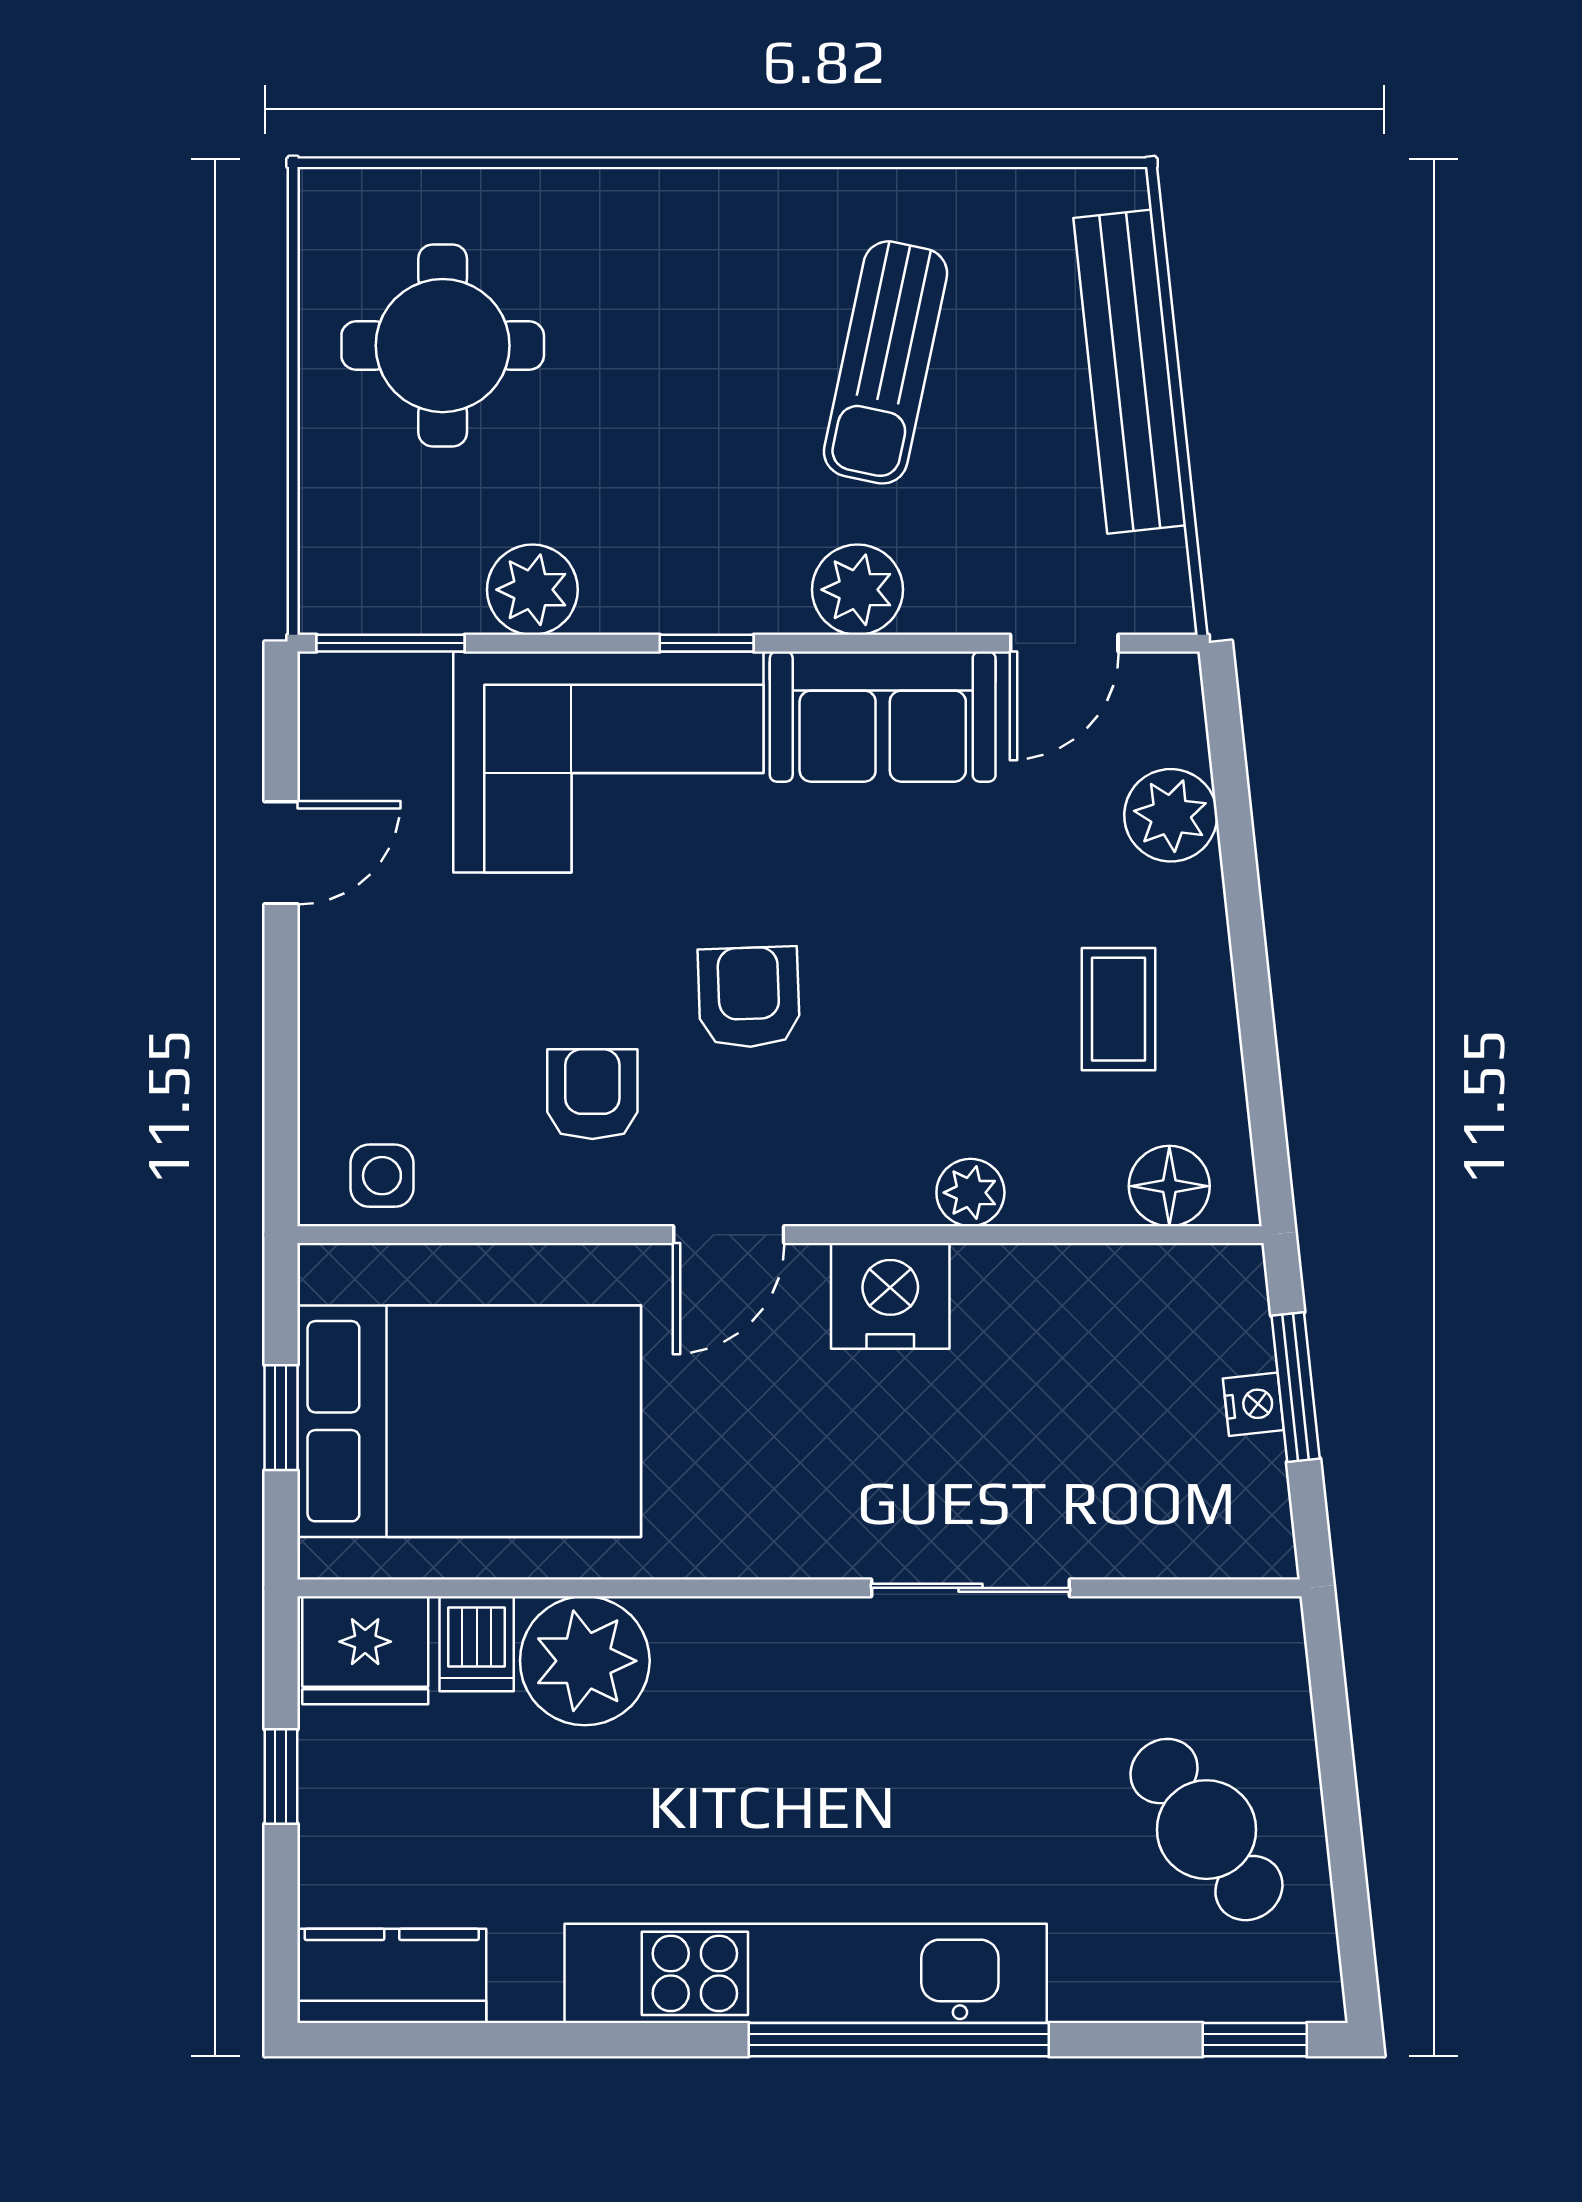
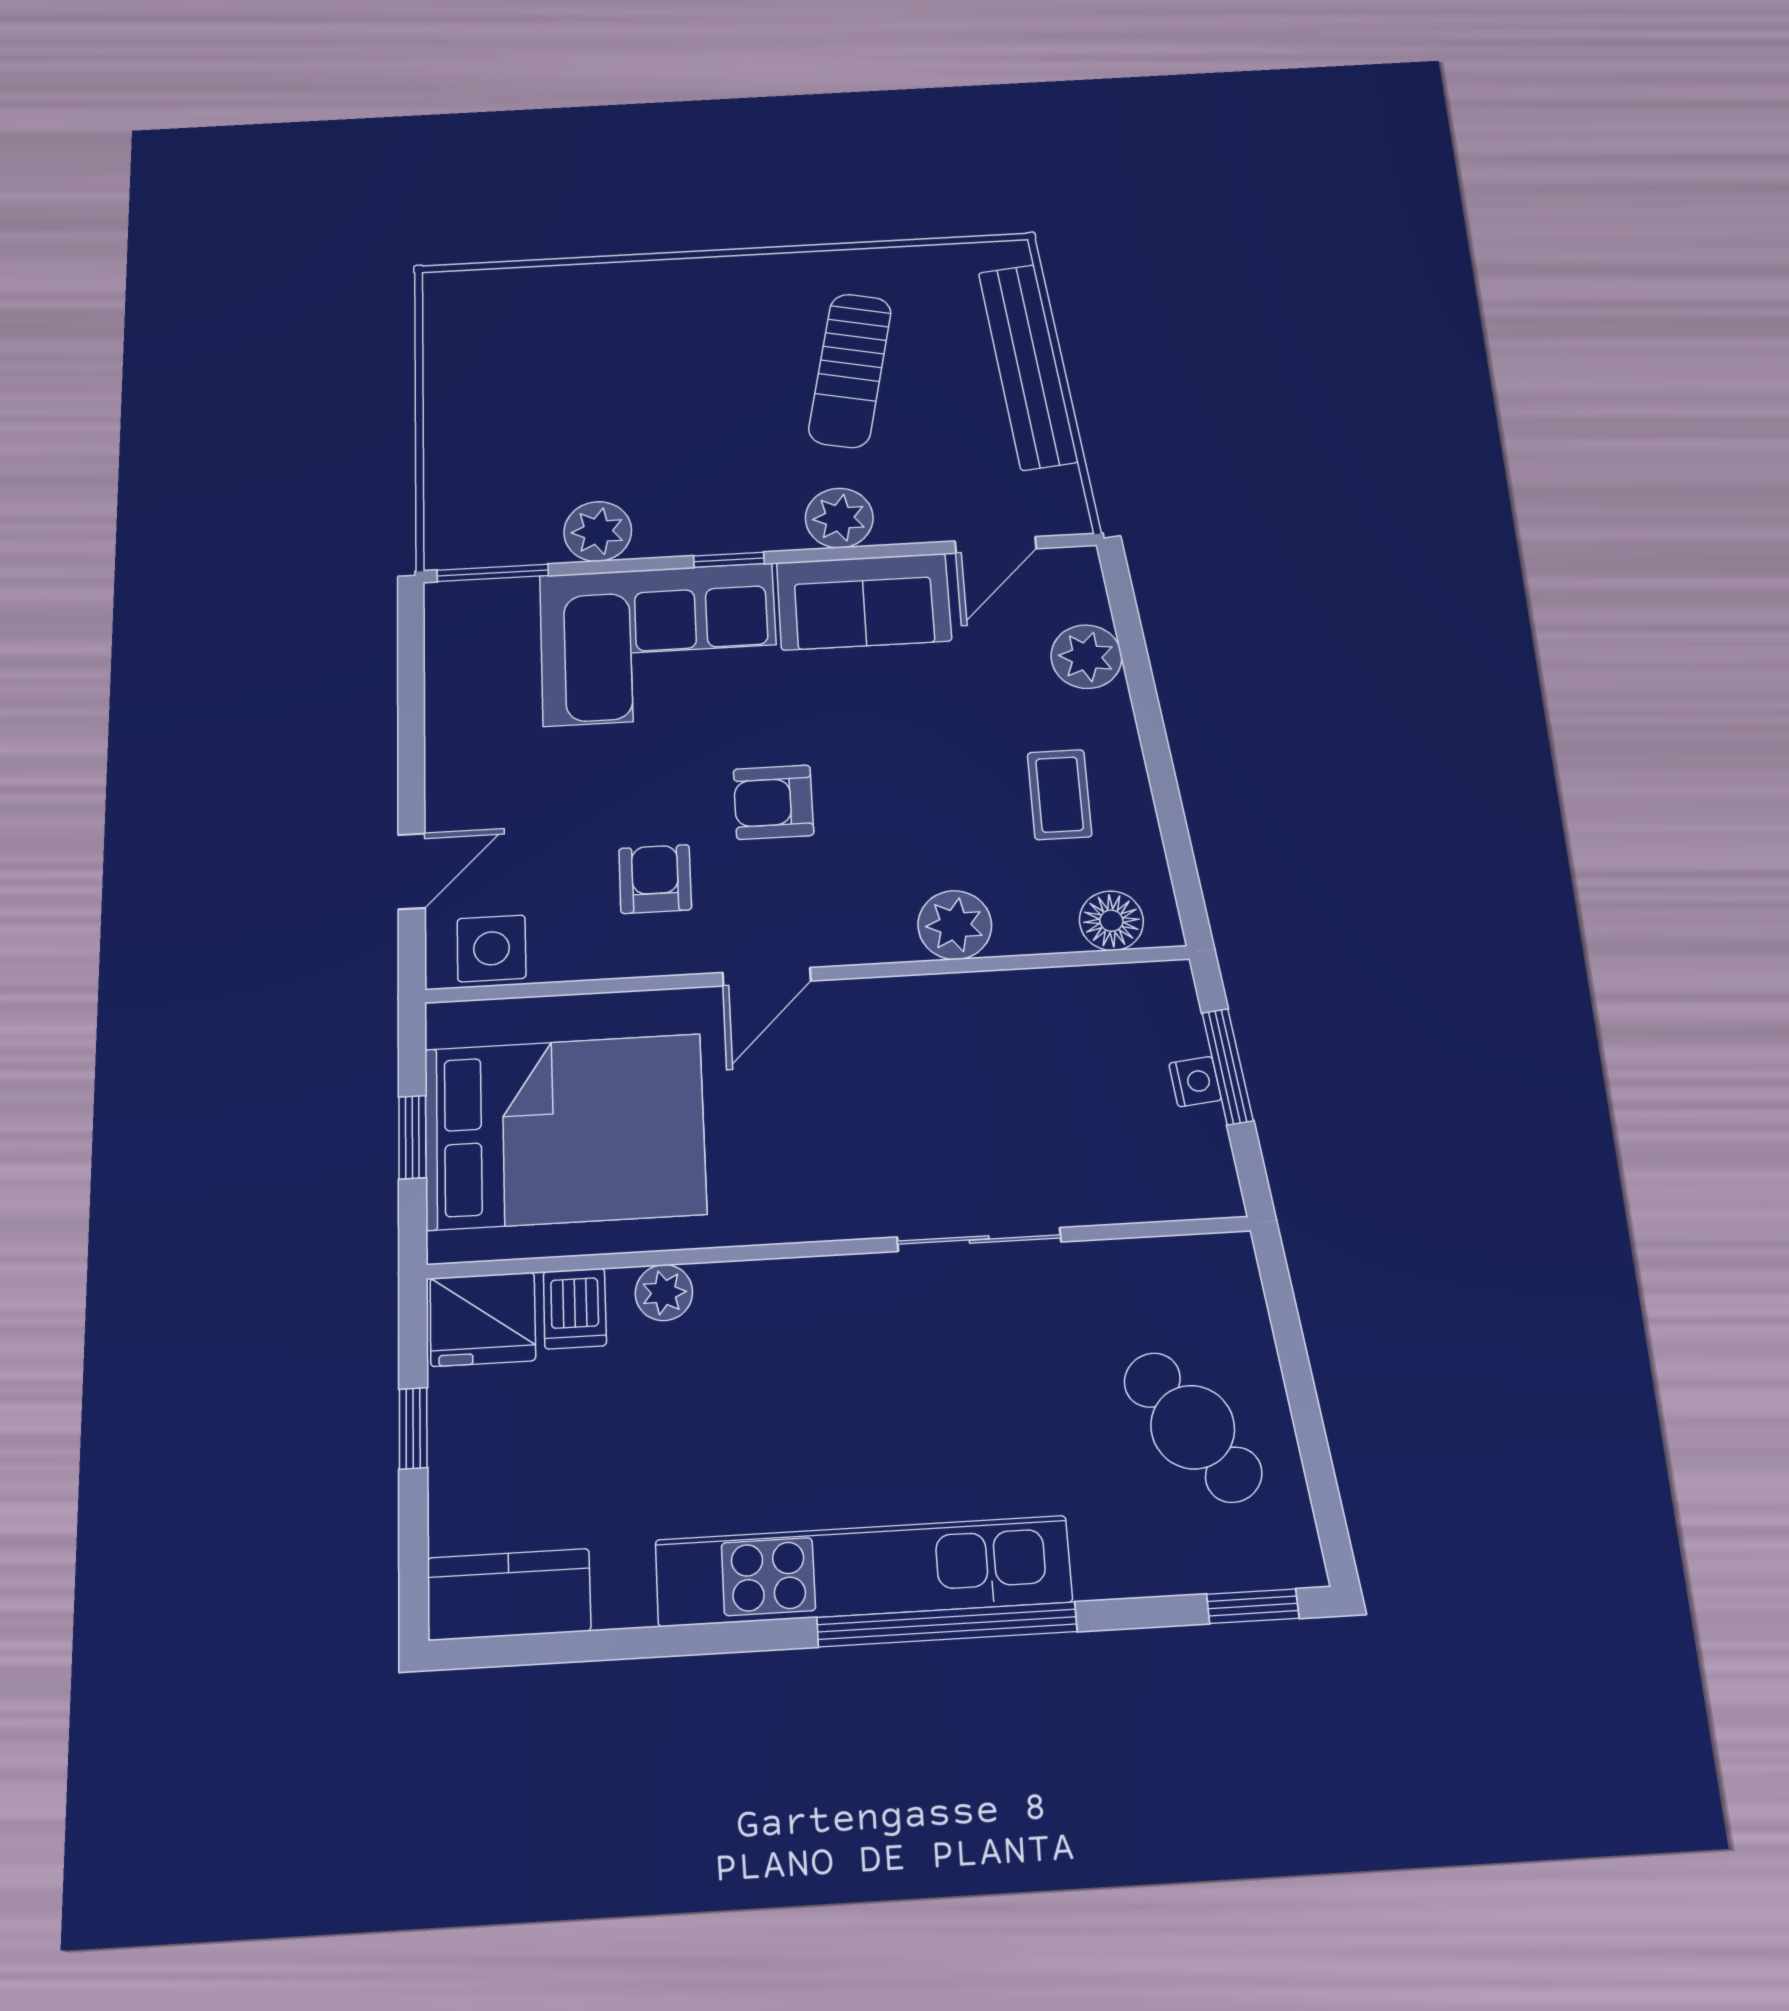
round table: (443, 346) -> (528, 377), removed
door: (281, 853) -> (412, 871), moved
armchair: (749, 997) -> (773, 802), turned -88
side table: (382, 1176) -> (492, 948), width x1.37, depth x1.37
plant: (970, 1193) -> (955, 925), width x1.38, depth x1.38
nightstand: (890, 1296) -> (898, 1015), removed
plant: (585, 1661) -> (664, 1293), width x0.53, depth x0.53

